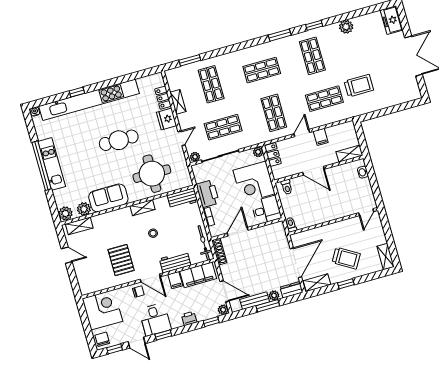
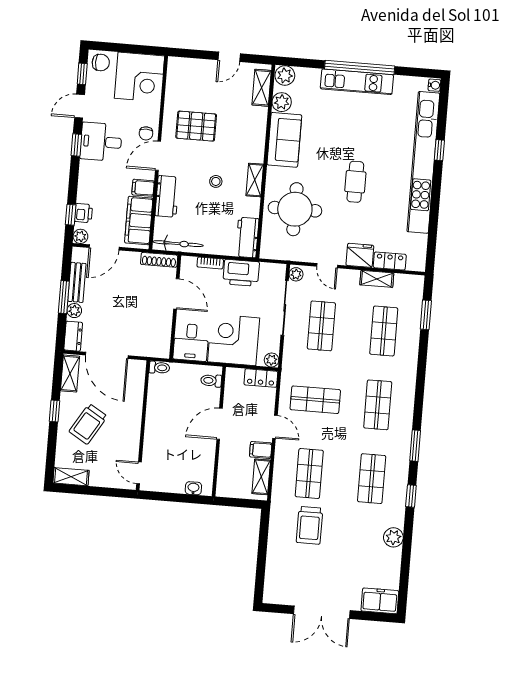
shop shelf: (312, 56) -> (372, 479), turned 90
shop shelf: (211, 84) -> (384, 331), turned 90
cafe table: (119, 140) -> (355, 182), width x0.73, depth x0.74
shelving: (349, 154) -> (261, 477), moved
printer: (189, 318) -> (84, 213), moved

